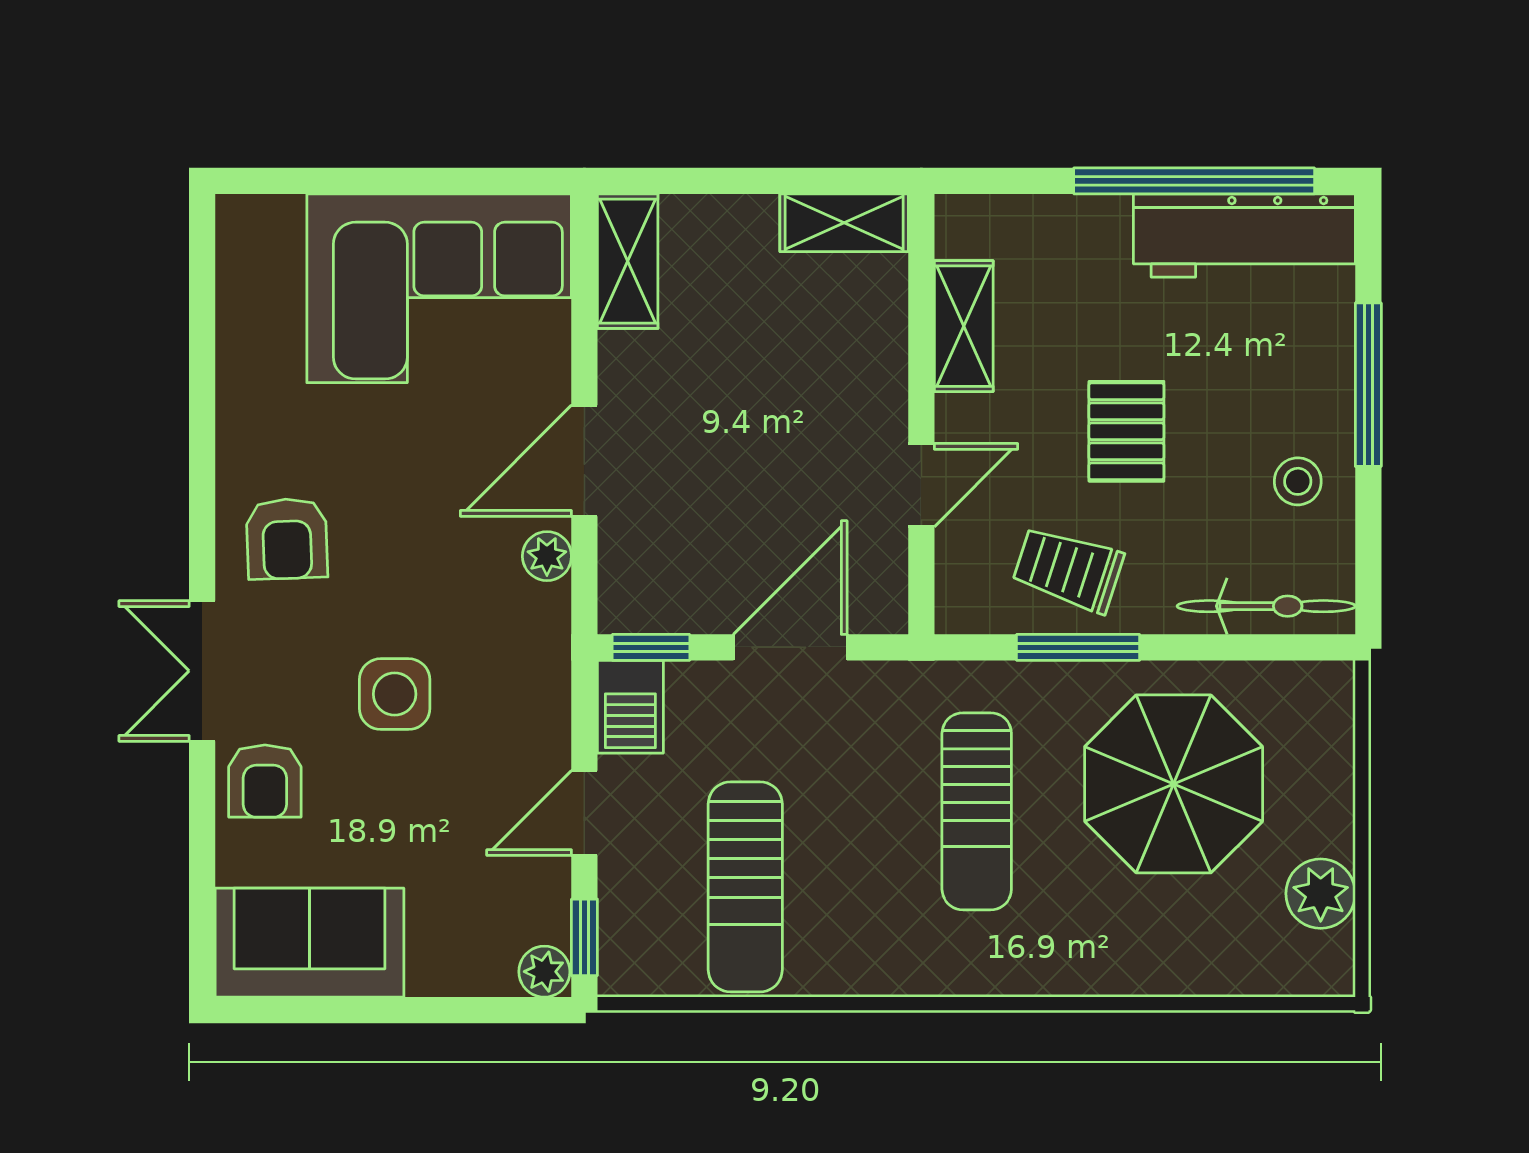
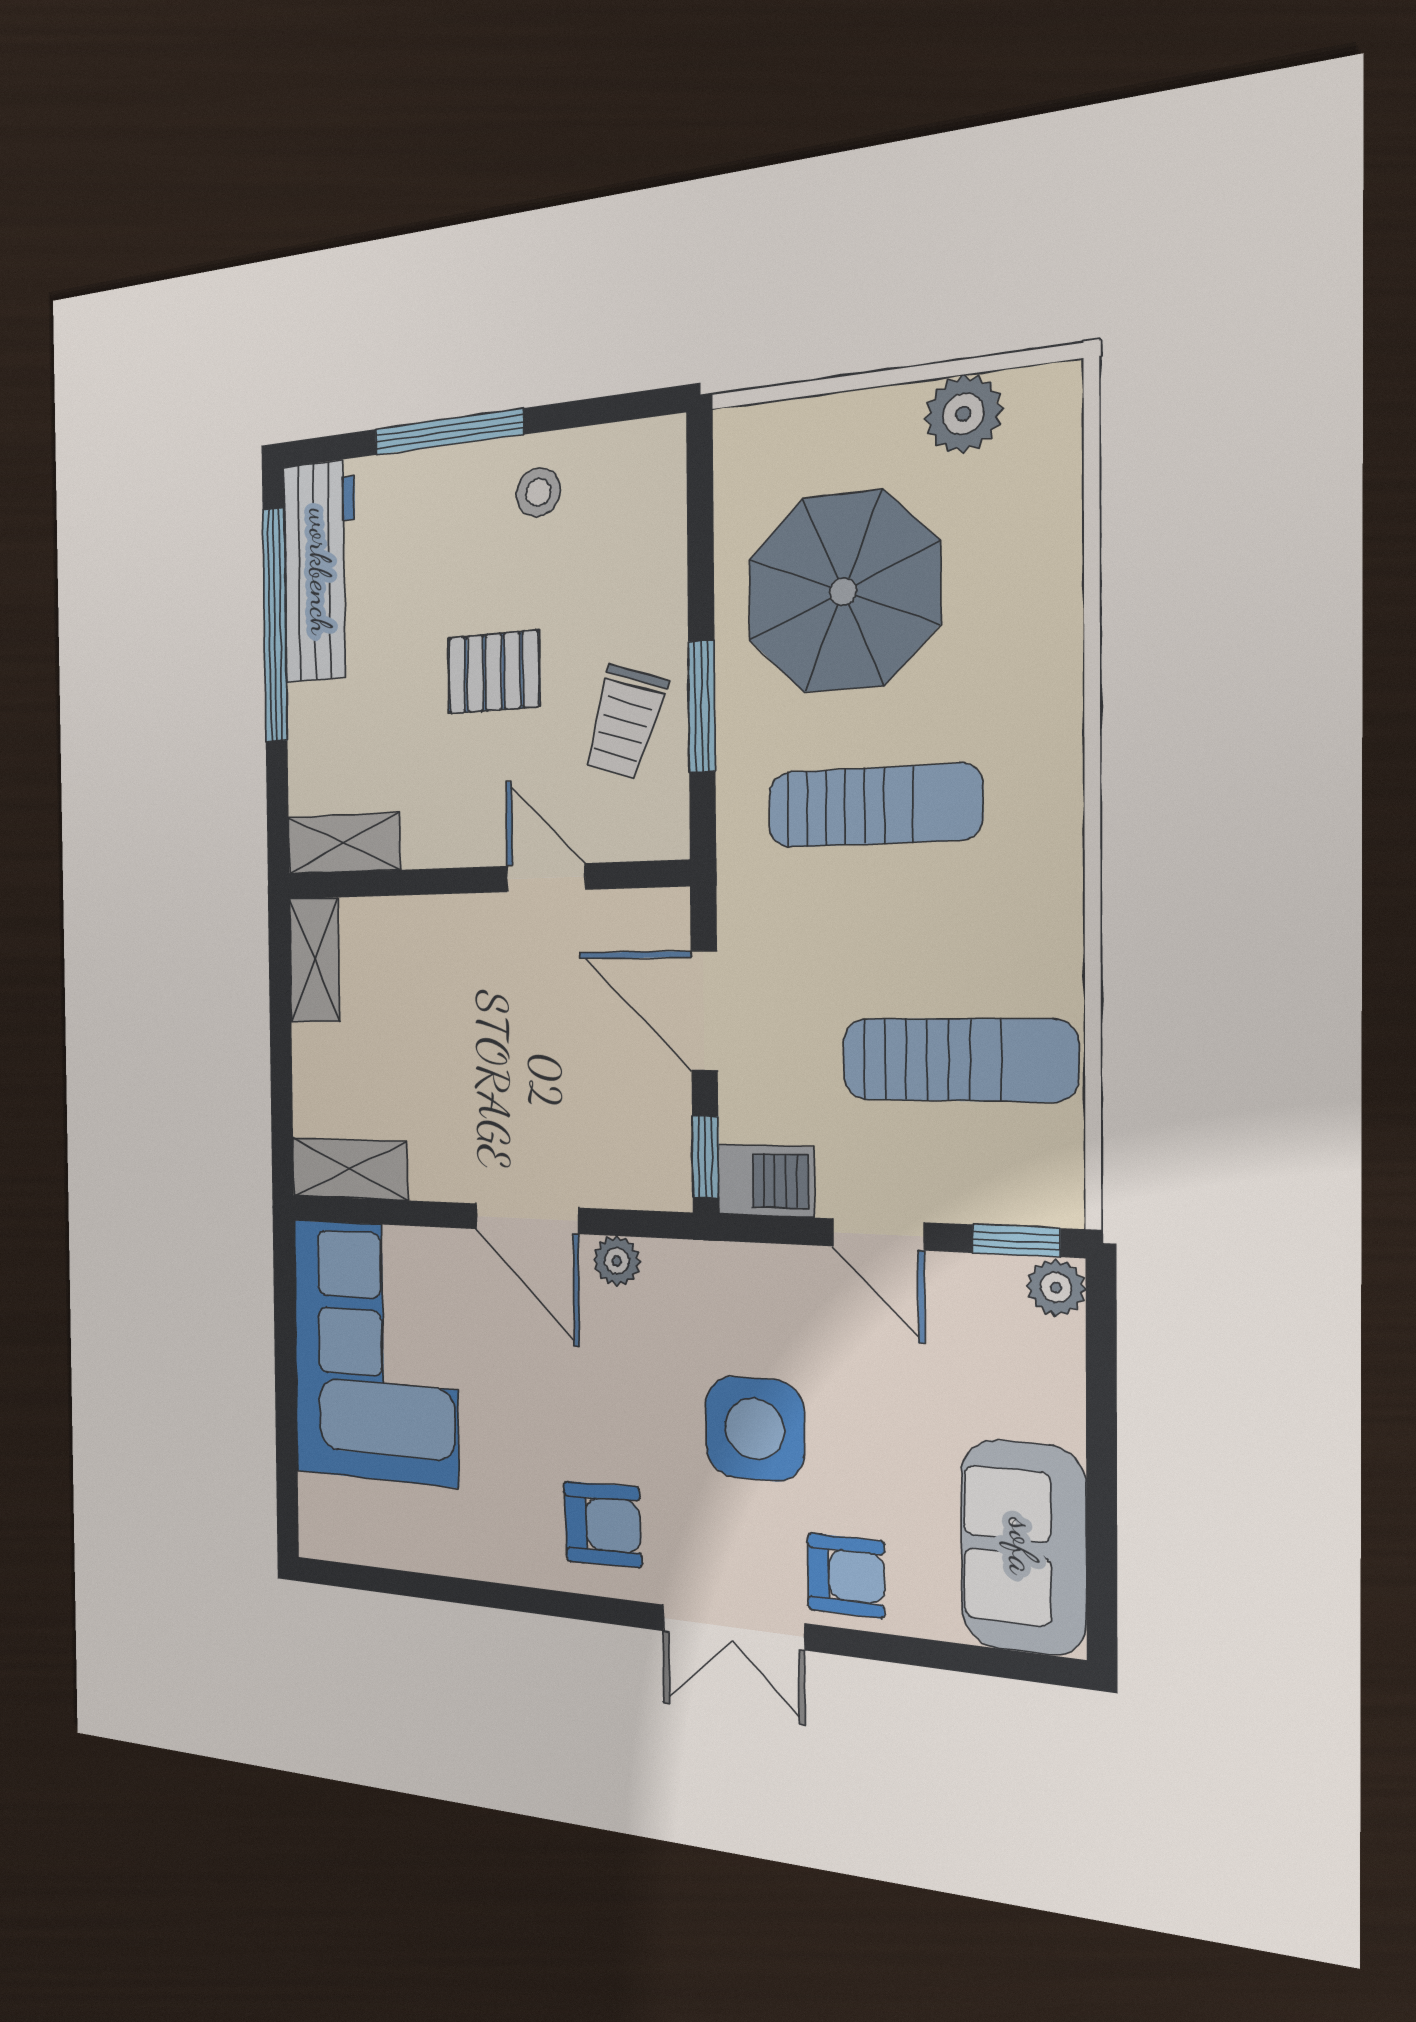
shelving: (964, 326) -> (344, 843), moved
bicycle: (1266, 606) -> (659, 511), removed
side table: (395, 694) -> (755, 1429), width x1.37, depth x1.37

